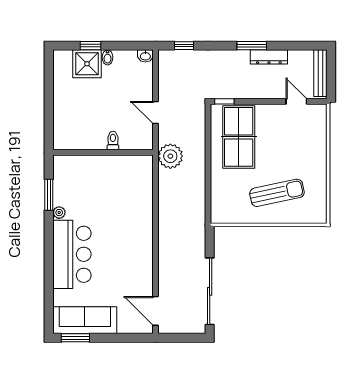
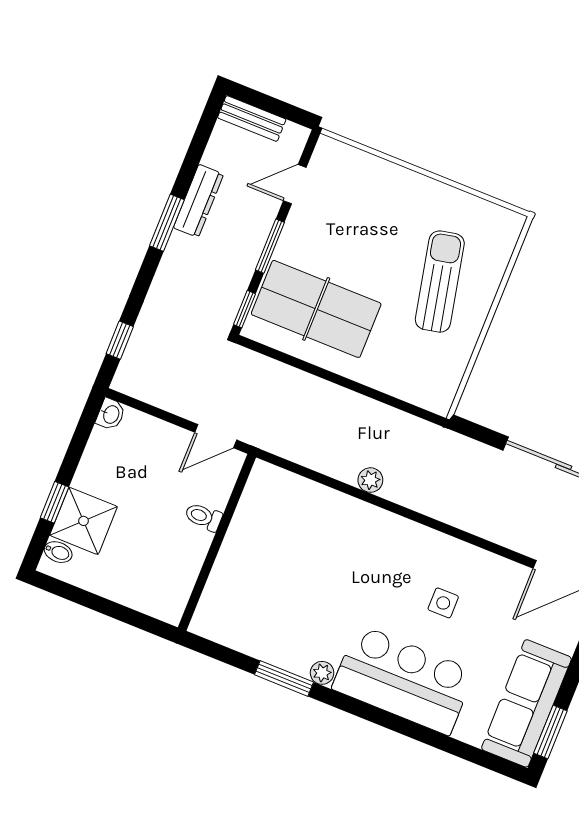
bidet: (108, 57) -> (58, 552), moved
bench: (320, 73) -> (252, 119), width x0.73
window: (261, 101) -> (270, 246), added
toilet: (113, 140) -> (203, 517), moved
wall: (103, 152) -> (217, 542), moved
plant: (170, 156) -> (370, 480), moved, width x0.53, depth x0.53
side table: (118, 259) -> (443, 603), added

